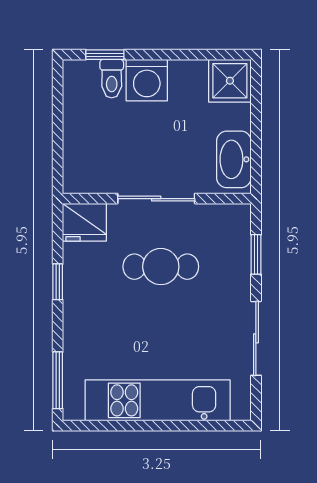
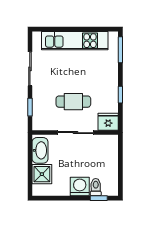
shower: (230, 81) -> (42, 174), moved

